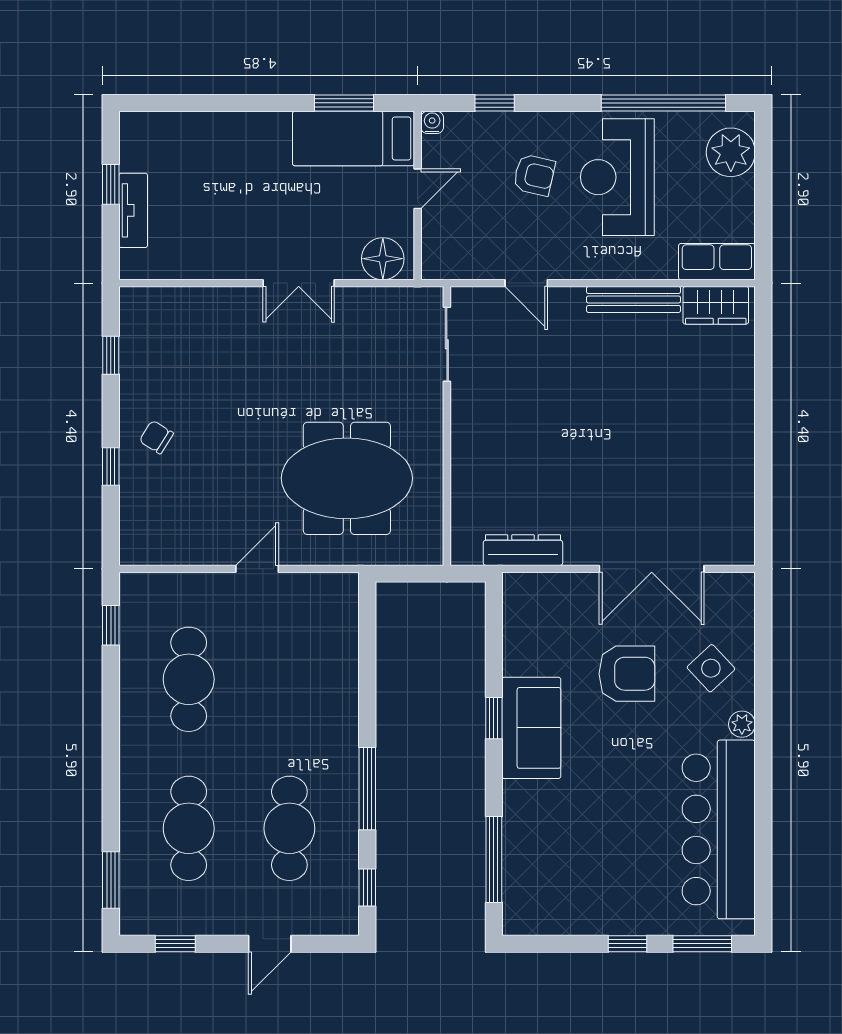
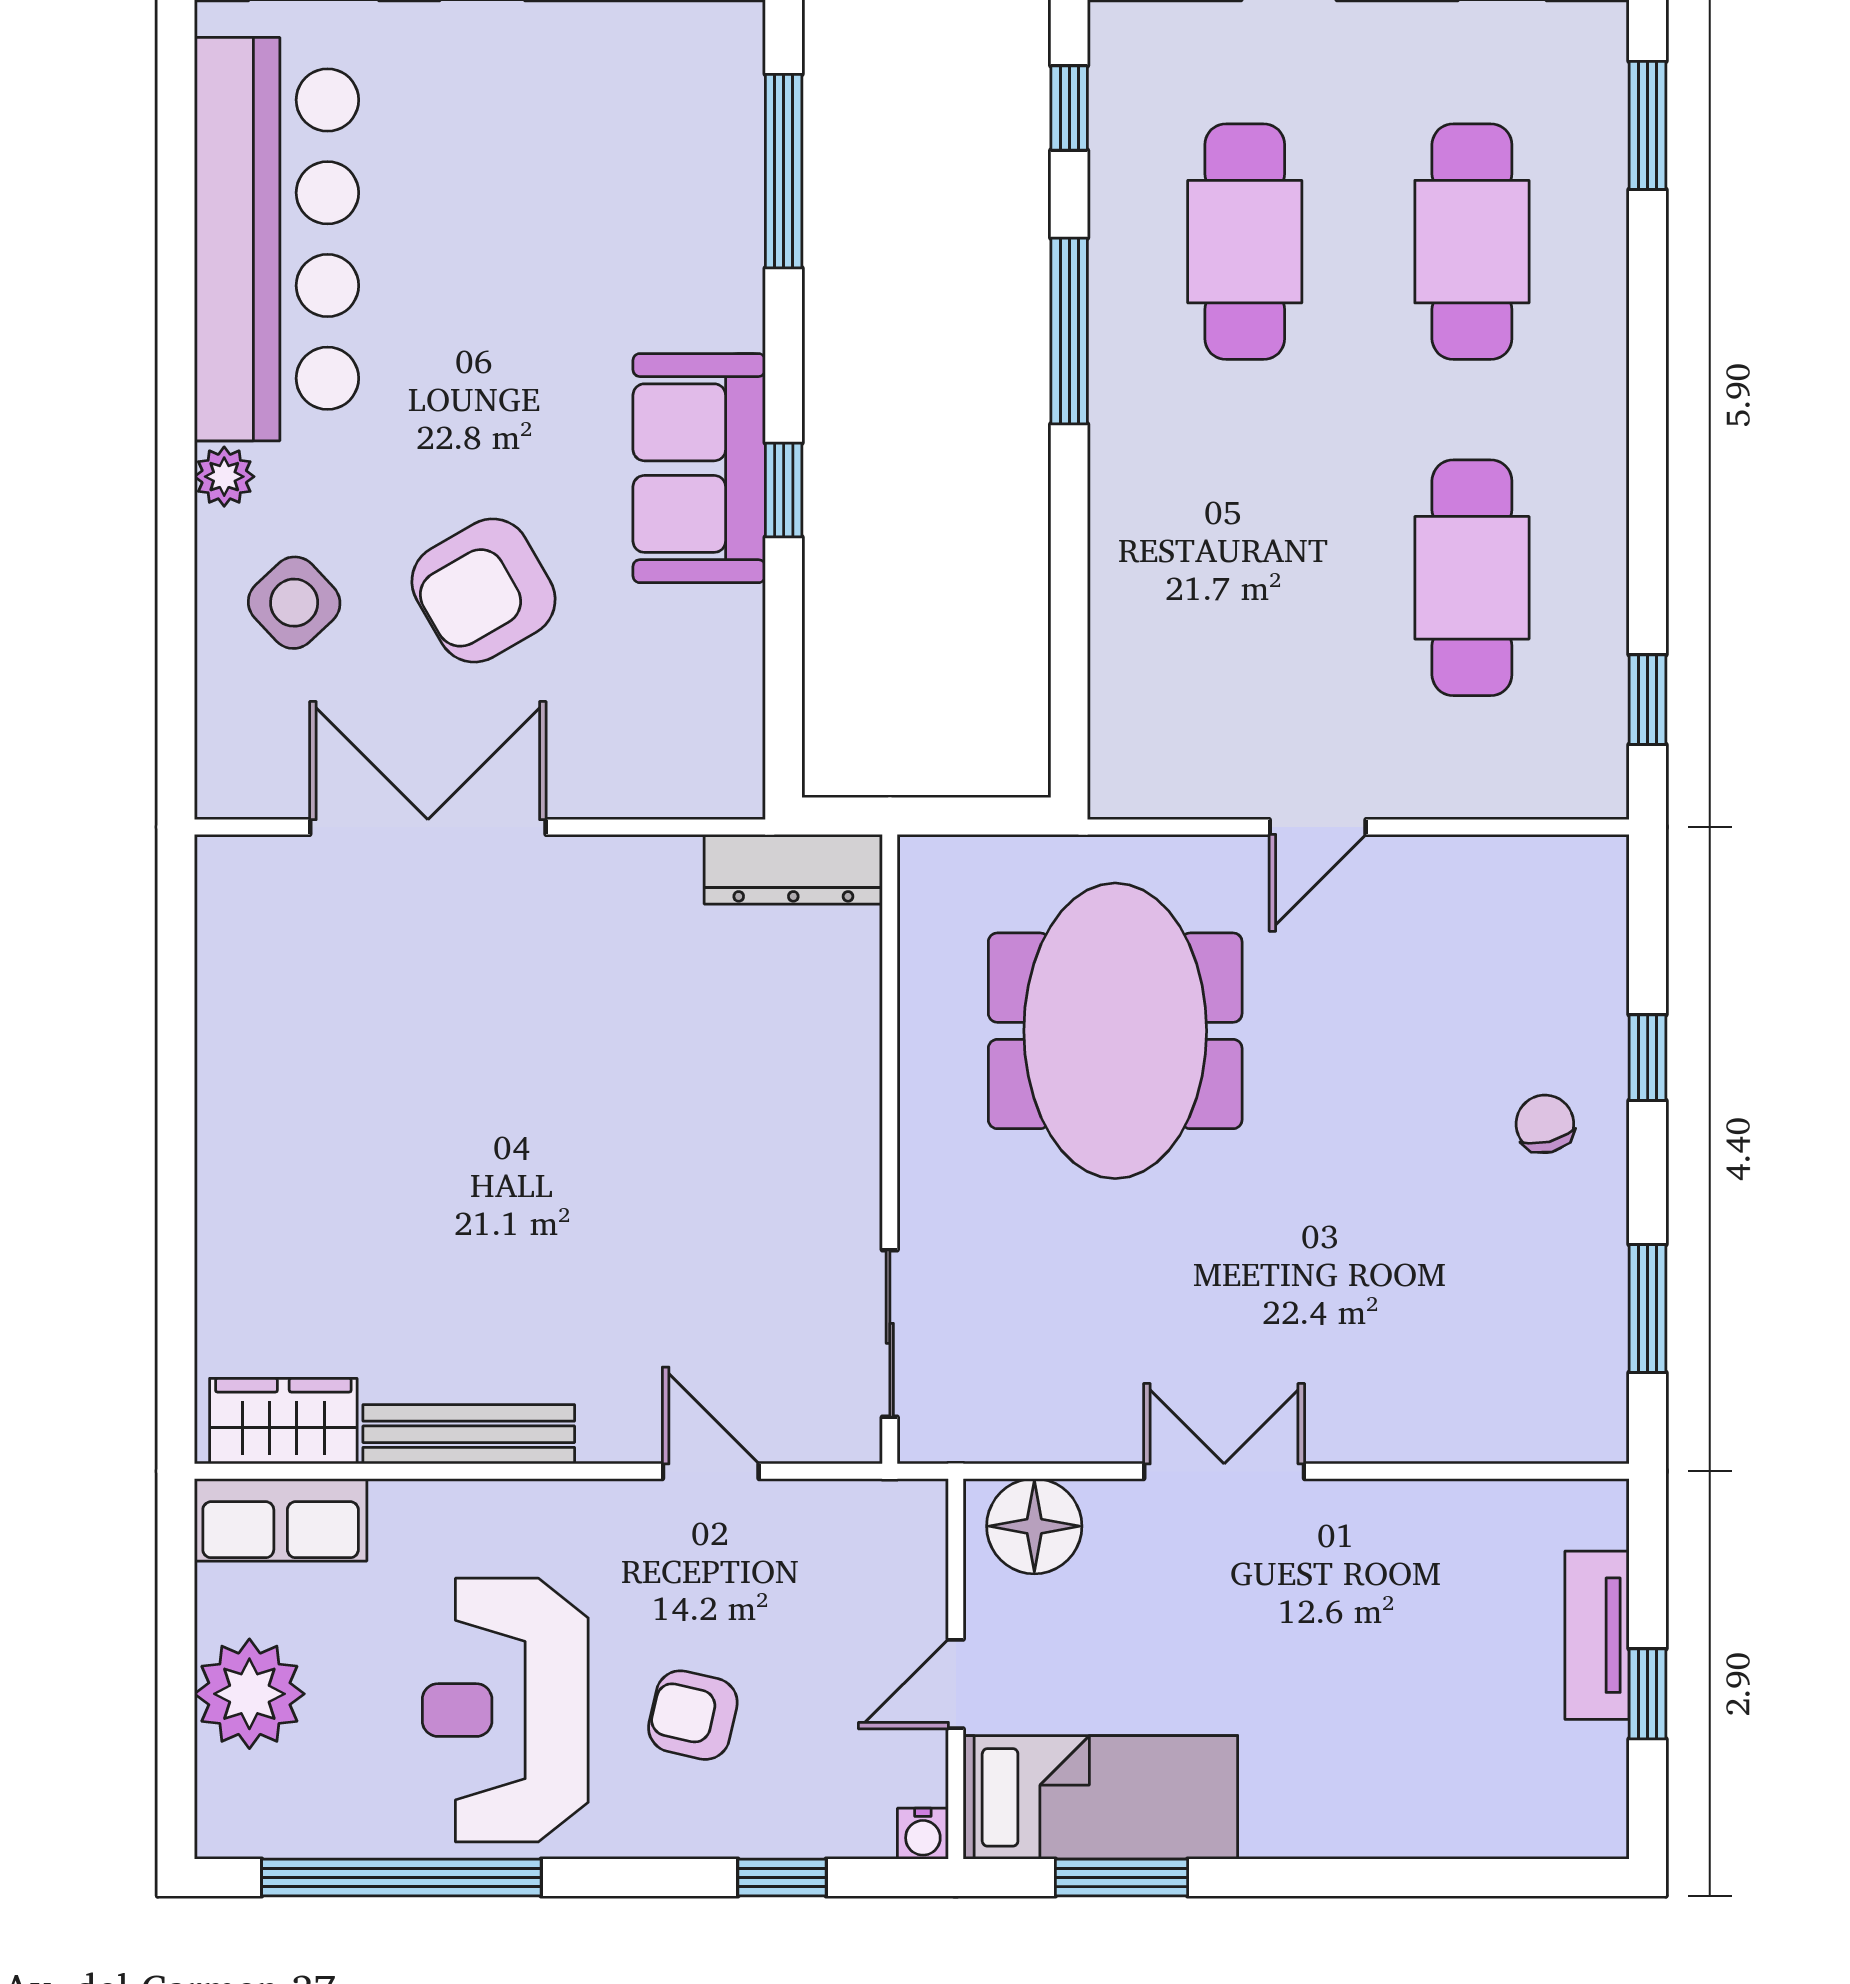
plant: (731, 152) -> (249, 1694), moved
reception desk: (617, 177) -> (505, 1710), turned 180
window: (111, 355) -> (1648, 1308), width x1.50
chair: (156, 437) -> (1545, 1124), turned -136
meeting table: (347, 478) -> (1115, 1031), turned 90
dresser: (523, 550) -> (793, 869), moved
armchair: (627, 674) -> (484, 590), turned -30

